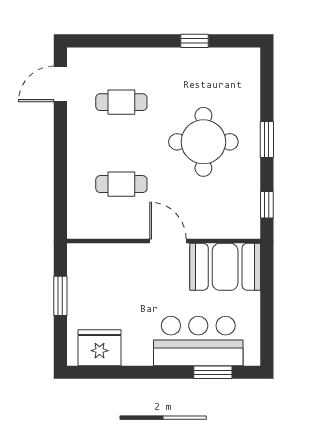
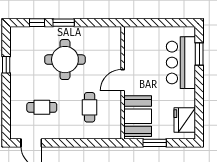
cafe table: (121, 102) -> (42, 107), turned 90
window: (267, 205) -> (37, 23), moved
booth: (225, 267) -> (138, 116), moved

